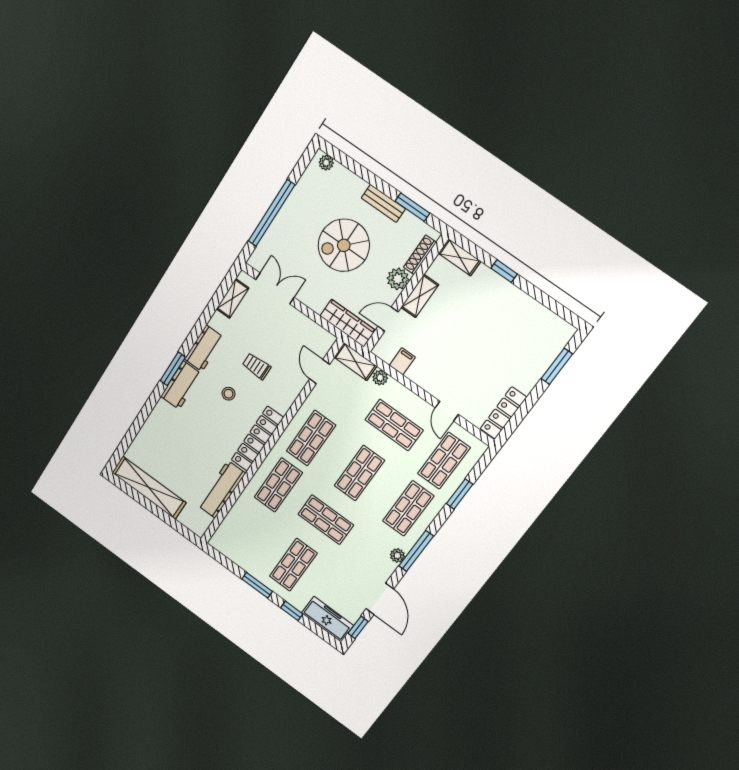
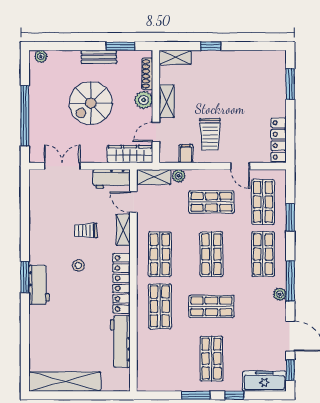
shelving: (232, 298) -> (123, 230), moved
workbench: (204, 348) -> (112, 179), moved, turned 90
trolley: (439, 359) -> (210, 134), added

